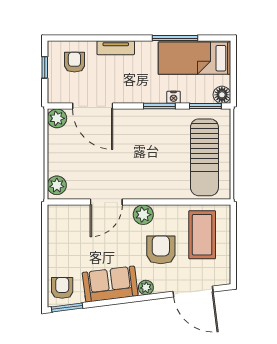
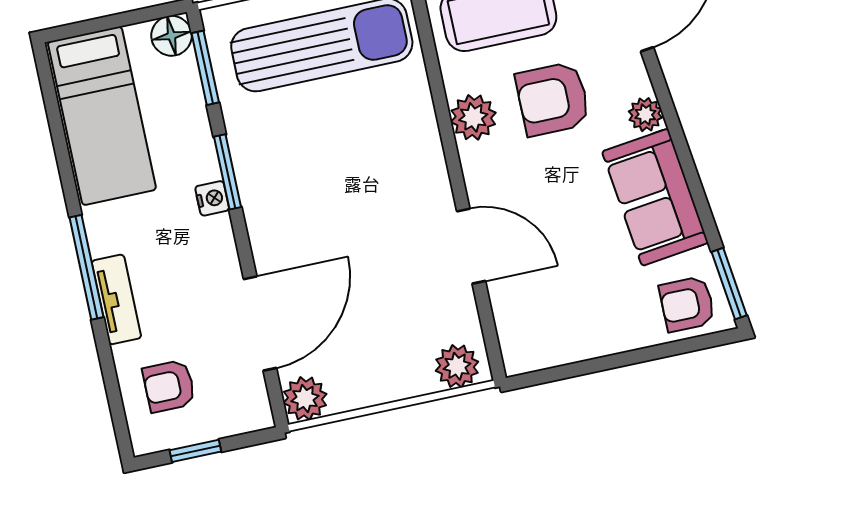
window: (175, 38) -> (86, 267), moved
nightstand: (174, 97) -> (212, 198), moved
plant: (143, 215) -> (473, 117), moved

